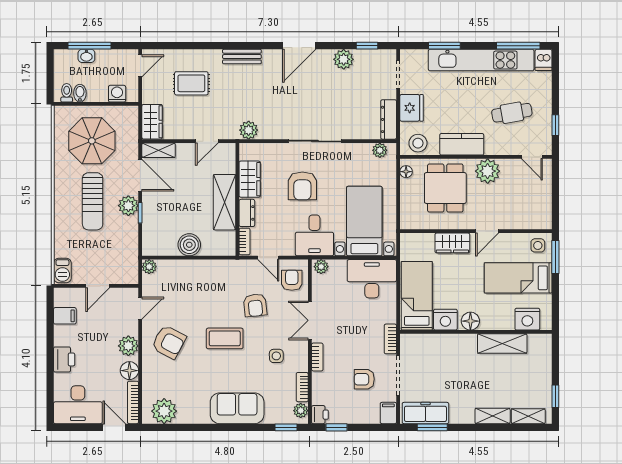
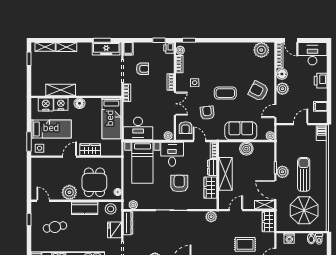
nightstand: (445, 320) -> (61, 104), moved
sofa: (237, 408) -> (241, 131), moved, turned 180

